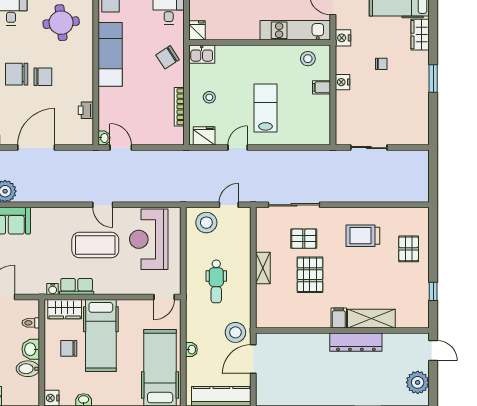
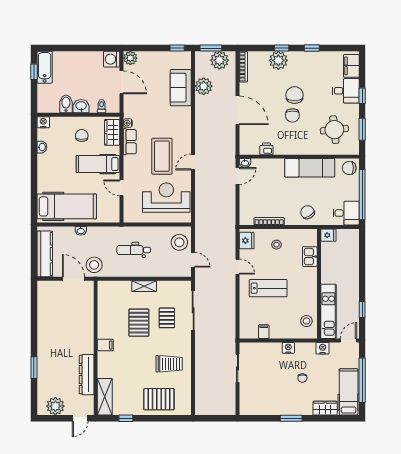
kitchen sink: (202, 54) -> (310, 257), moved
filing cabinet: (322, 87) -> (264, 332), moved
trolley: (363, 236) -> (169, 364), turned 90
pallet: (409, 249) -> (159, 399), width x1.50, depth x1.42
pallet: (310, 275) -> (139, 323), turned 90
door: (164, 297) -> (122, 188), moved
shelving: (371, 319) -> (105, 397), moved
hospital bed: (101, 336) -> (98, 164), width x0.73, depth x0.78
dresser: (356, 342) -> (87, 375), moved

